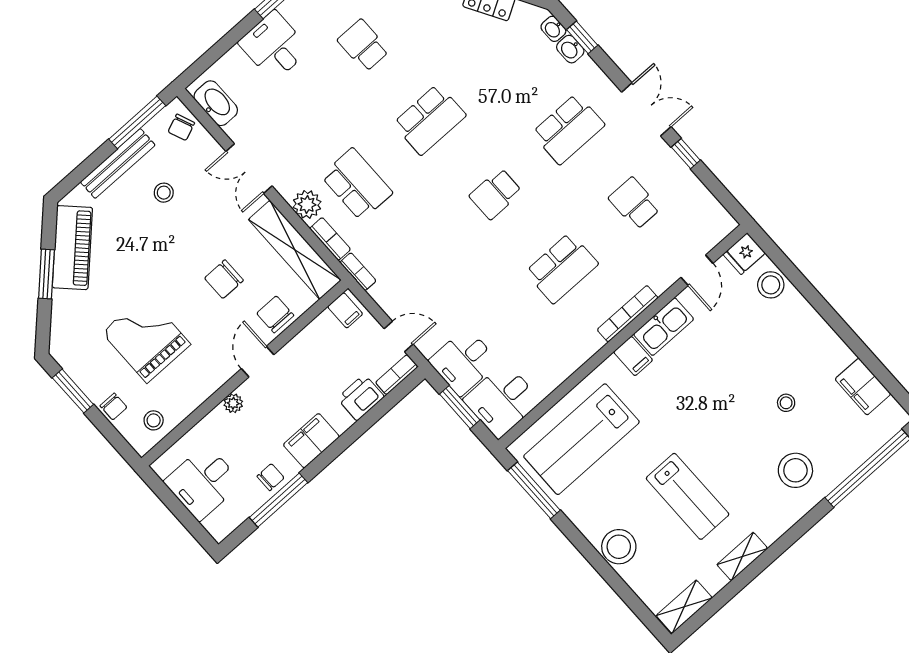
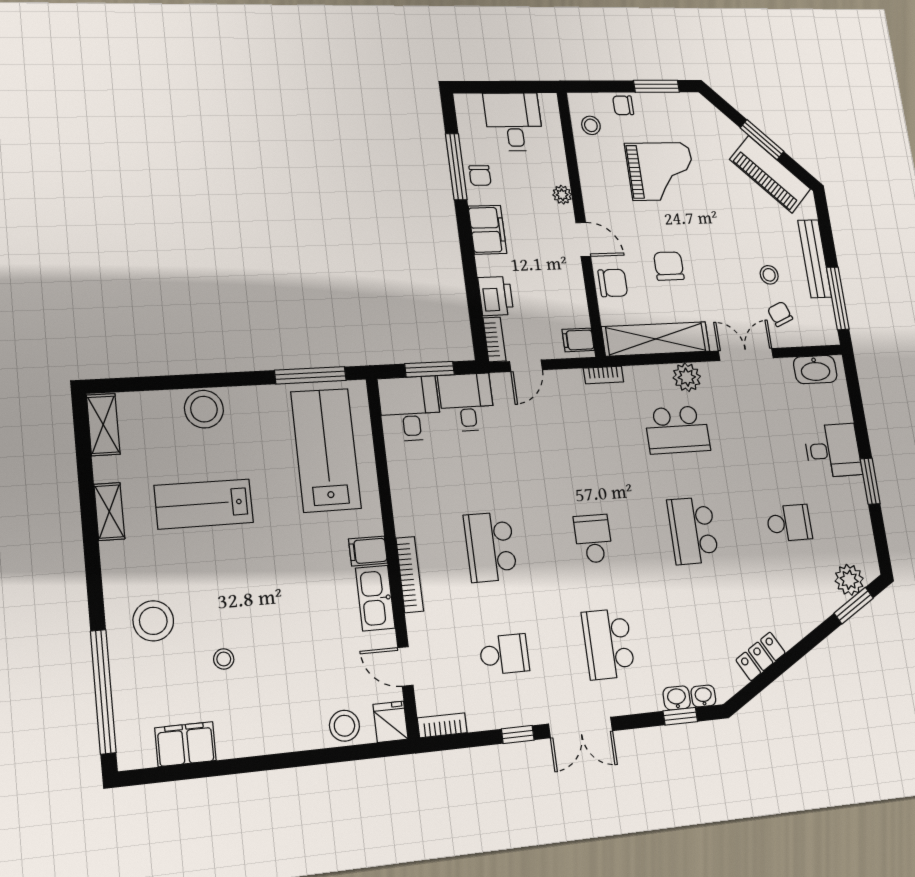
chair: (181, 127) -> (780, 314), moved
bookcase: (330, 239) -> (442, 725), moved, turned 180

